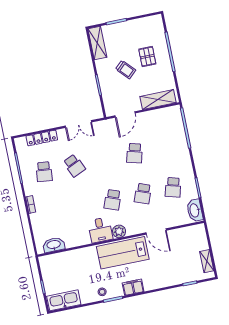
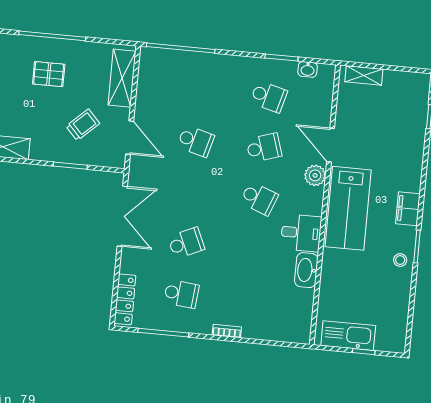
trolley: (126, 70) -> (83, 125), moved
double door: (78, 124) -> (122, 216), width x1.37
locker: (42, 138) -> (125, 299), moved
school desk: (143, 194) -> (264, 148), turned -39
washbasin: (195, 210) -> (308, 69), width x0.52, depth x0.69
plant: (119, 231) -> (315, 175), moved
door: (156, 231) -> (331, 145), swing flipped
washbasin: (54, 245) -> (306, 270), moved
shelving: (207, 261) -> (364, 75), moved
kitchen sink: (64, 300) -> (348, 336), moved, turned 90

